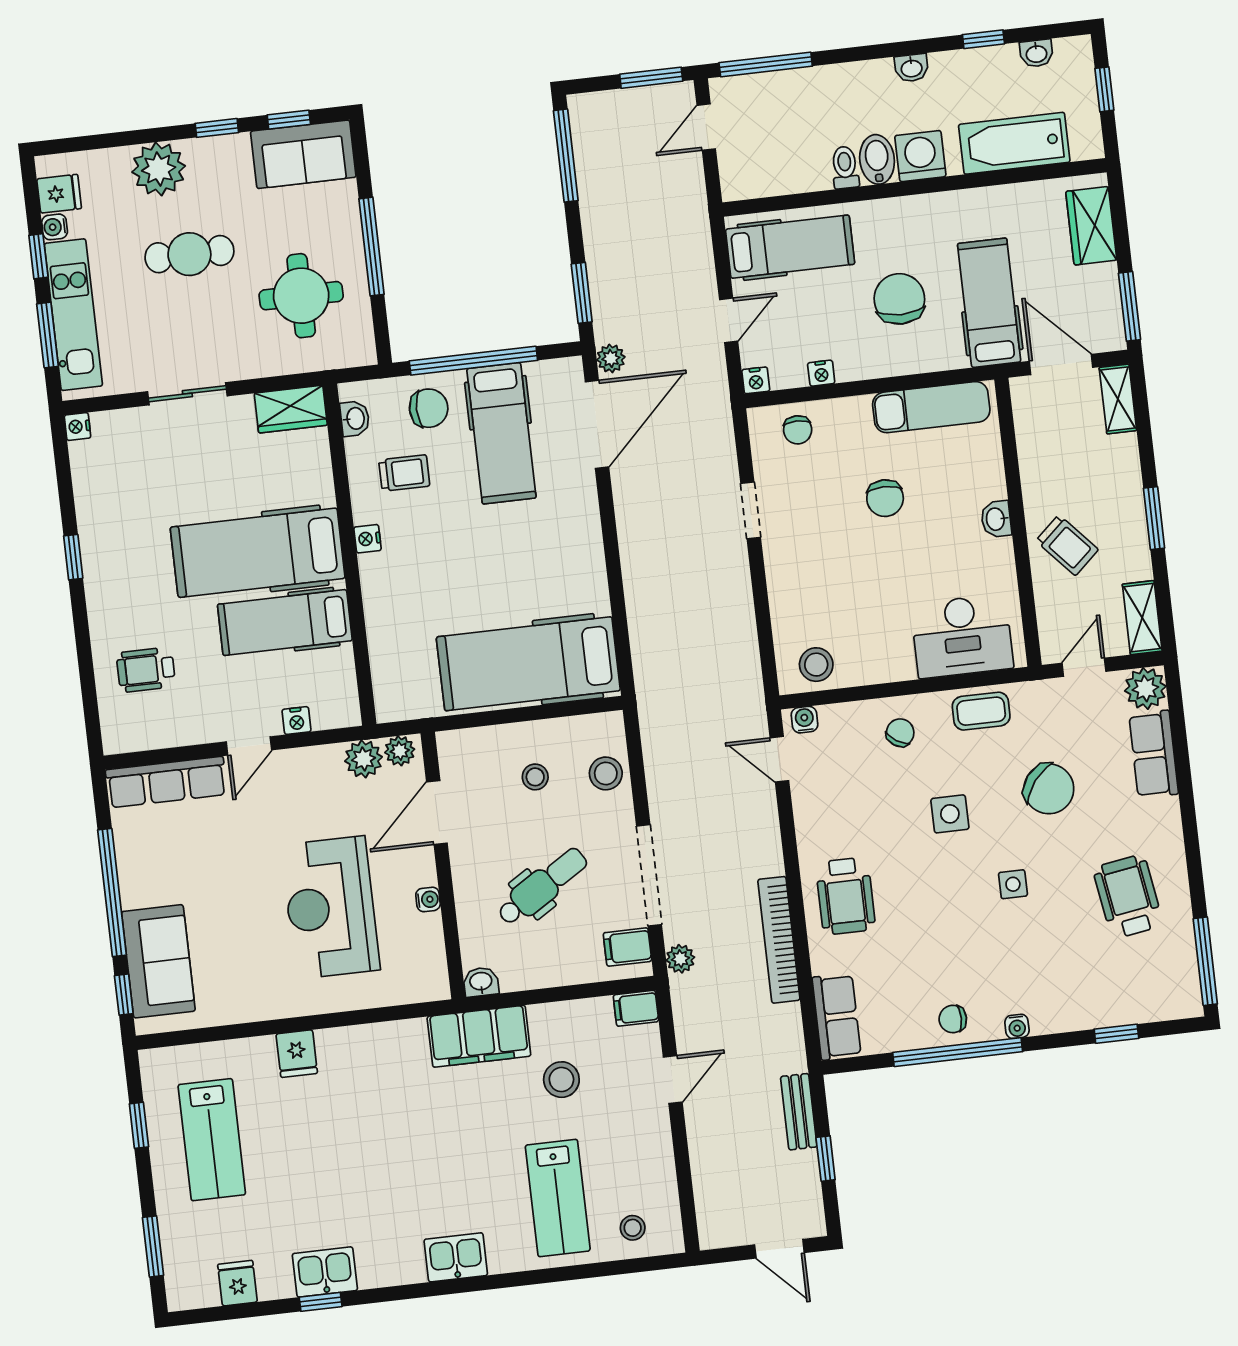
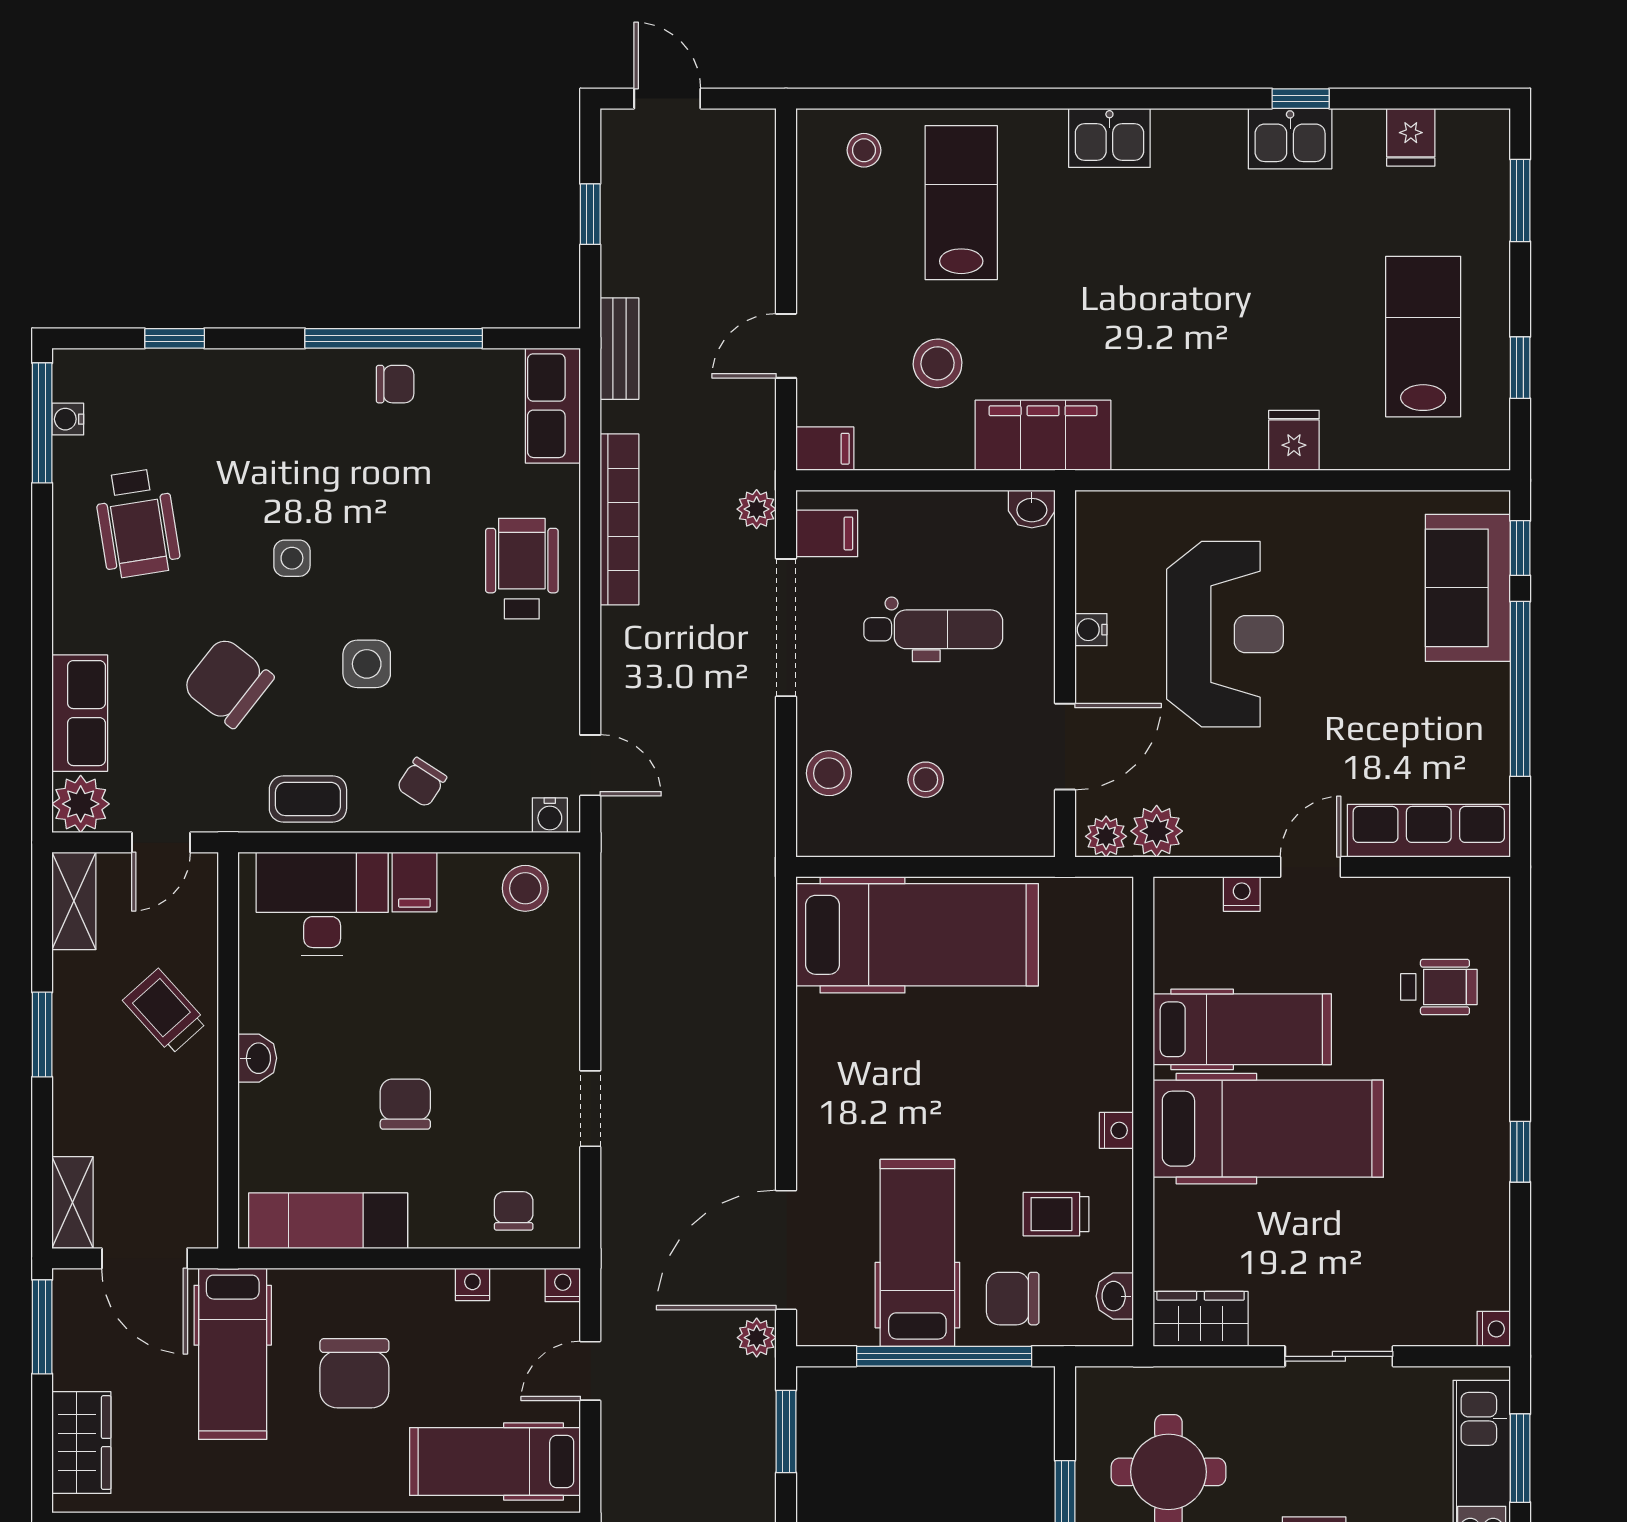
filing cabinet: (897, 660) -> (414, 882), added
dental chair: (542, 886) -> (933, 629), turned -148
water cooler: (1017, 1026) -> (68, 419), moved, turned -90
bench: (799, 1112) -> (619, 349), moved

